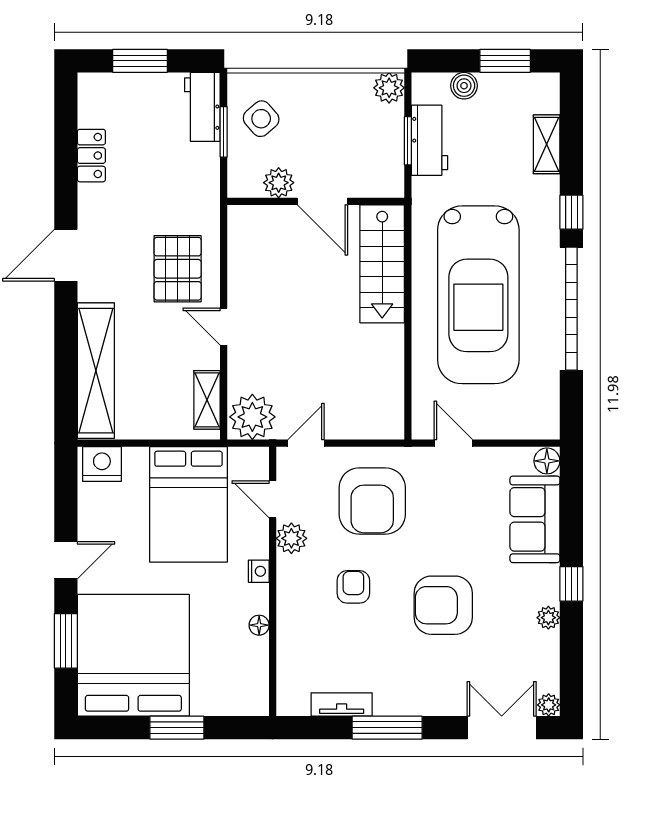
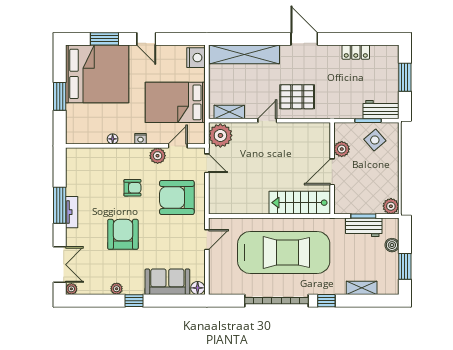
car: (478, 295) -> (284, 252), turned 180
tv unit: (342, 704) -> (72, 212), moved

